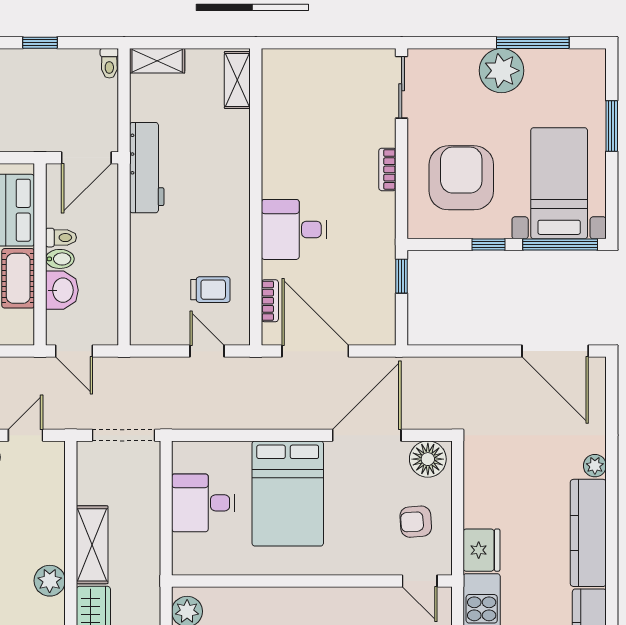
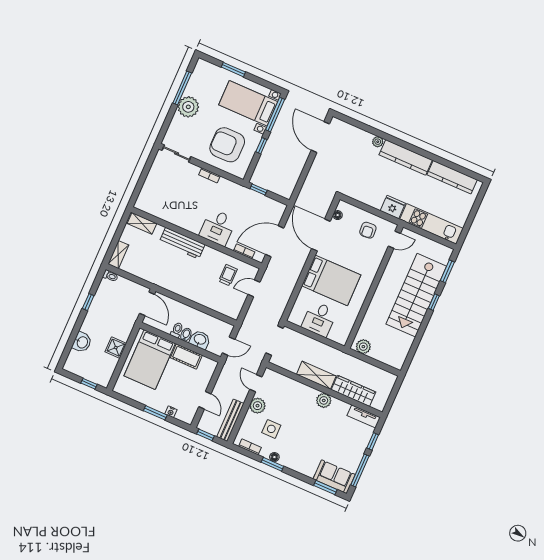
workbench: (147, 168) -> (182, 243), moved, turned 180
door: (555, 351) -> (320, 137), swing flipped
floor lamp: (428, 459) -> (338, 215), width x0.53, depth x0.53

